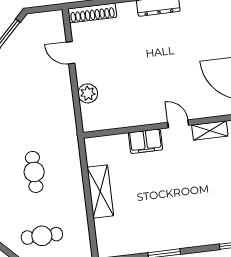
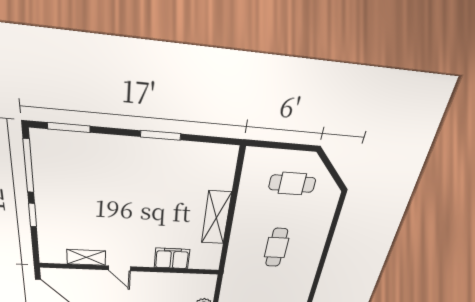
filing cabinet: (145, 141) -> (172, 258), moved

